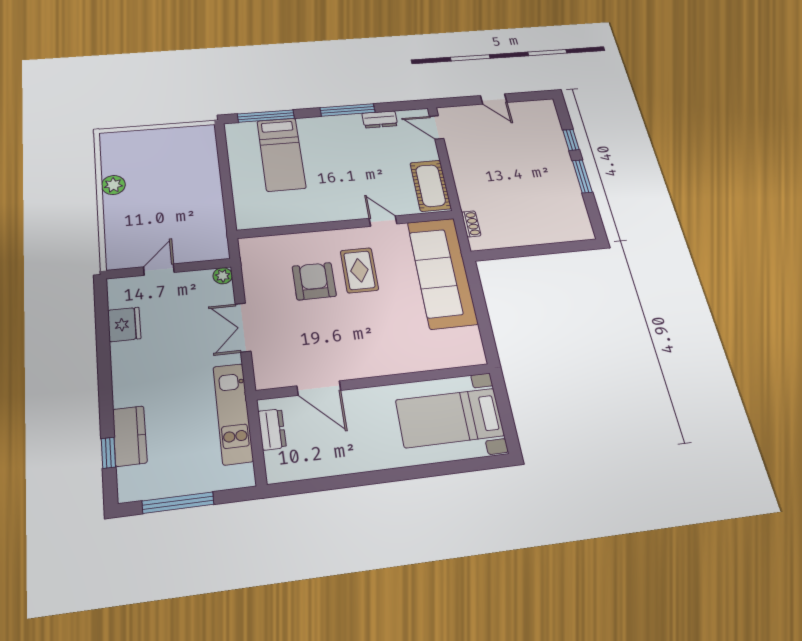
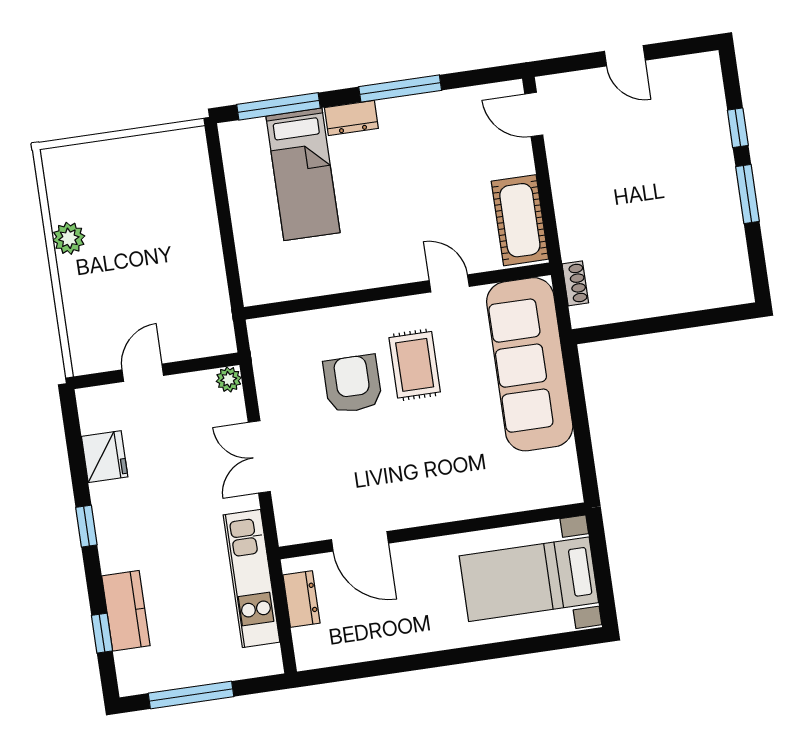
dresser: (380, 119) -> (351, 118), moved
window: (105, 373) -> (86, 526), added

